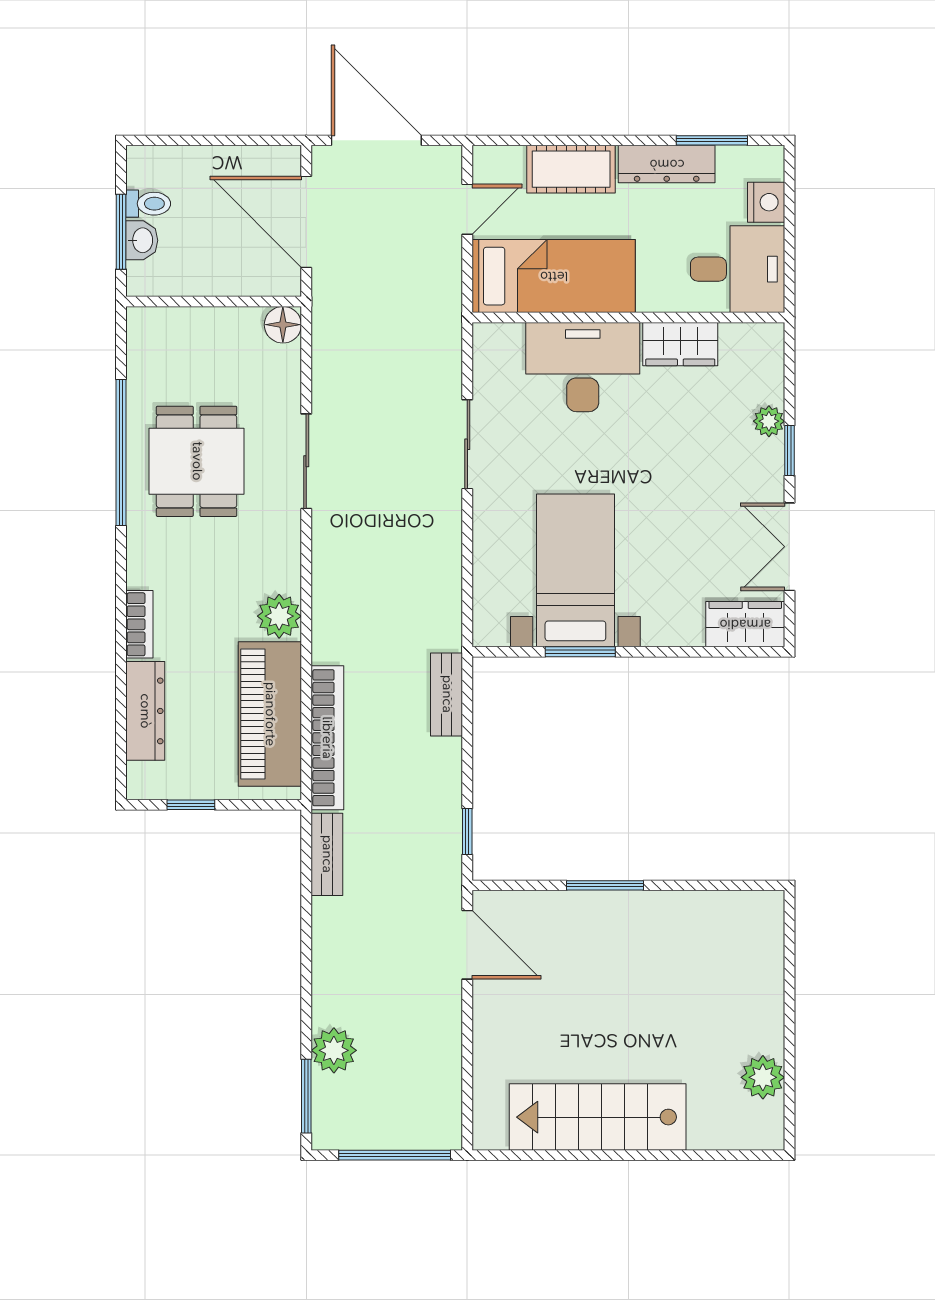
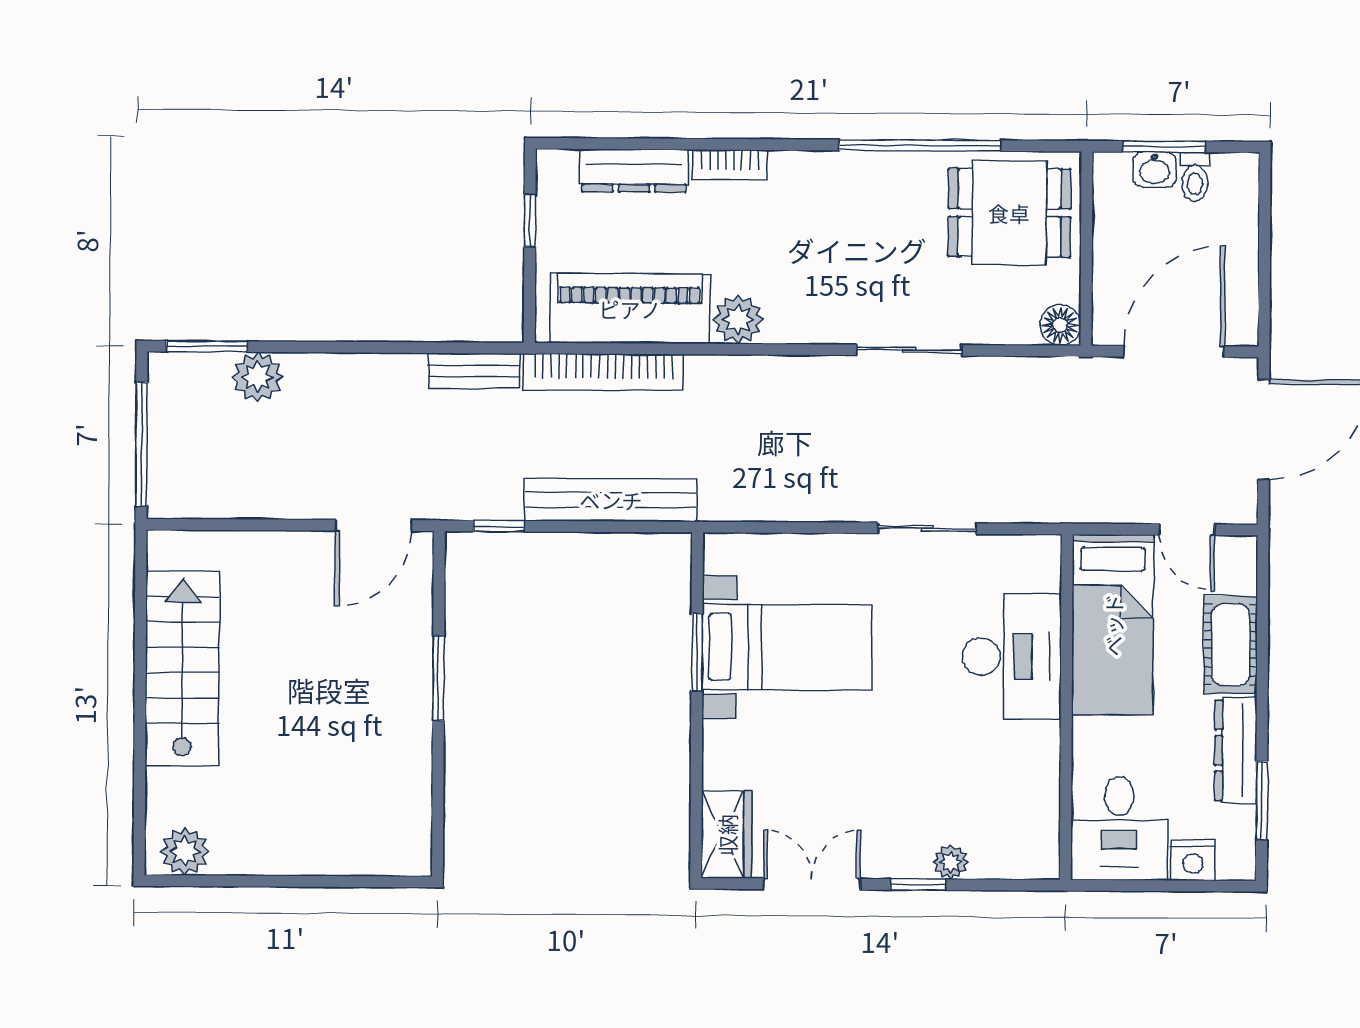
wardrobe: (680, 344) -> (1037, 764), removed
dining table: (197, 461) -> (1009, 213), moved
bench: (447, 694) -> (611, 500), width x1.86, depth x1.21
plant: (763, 1077) -> (185, 851), moved

